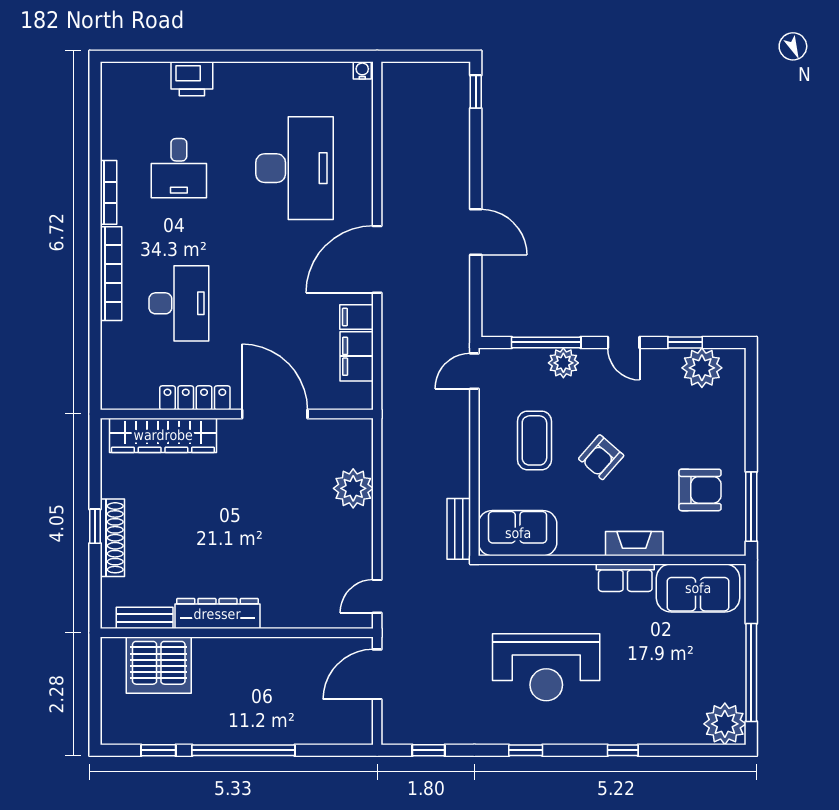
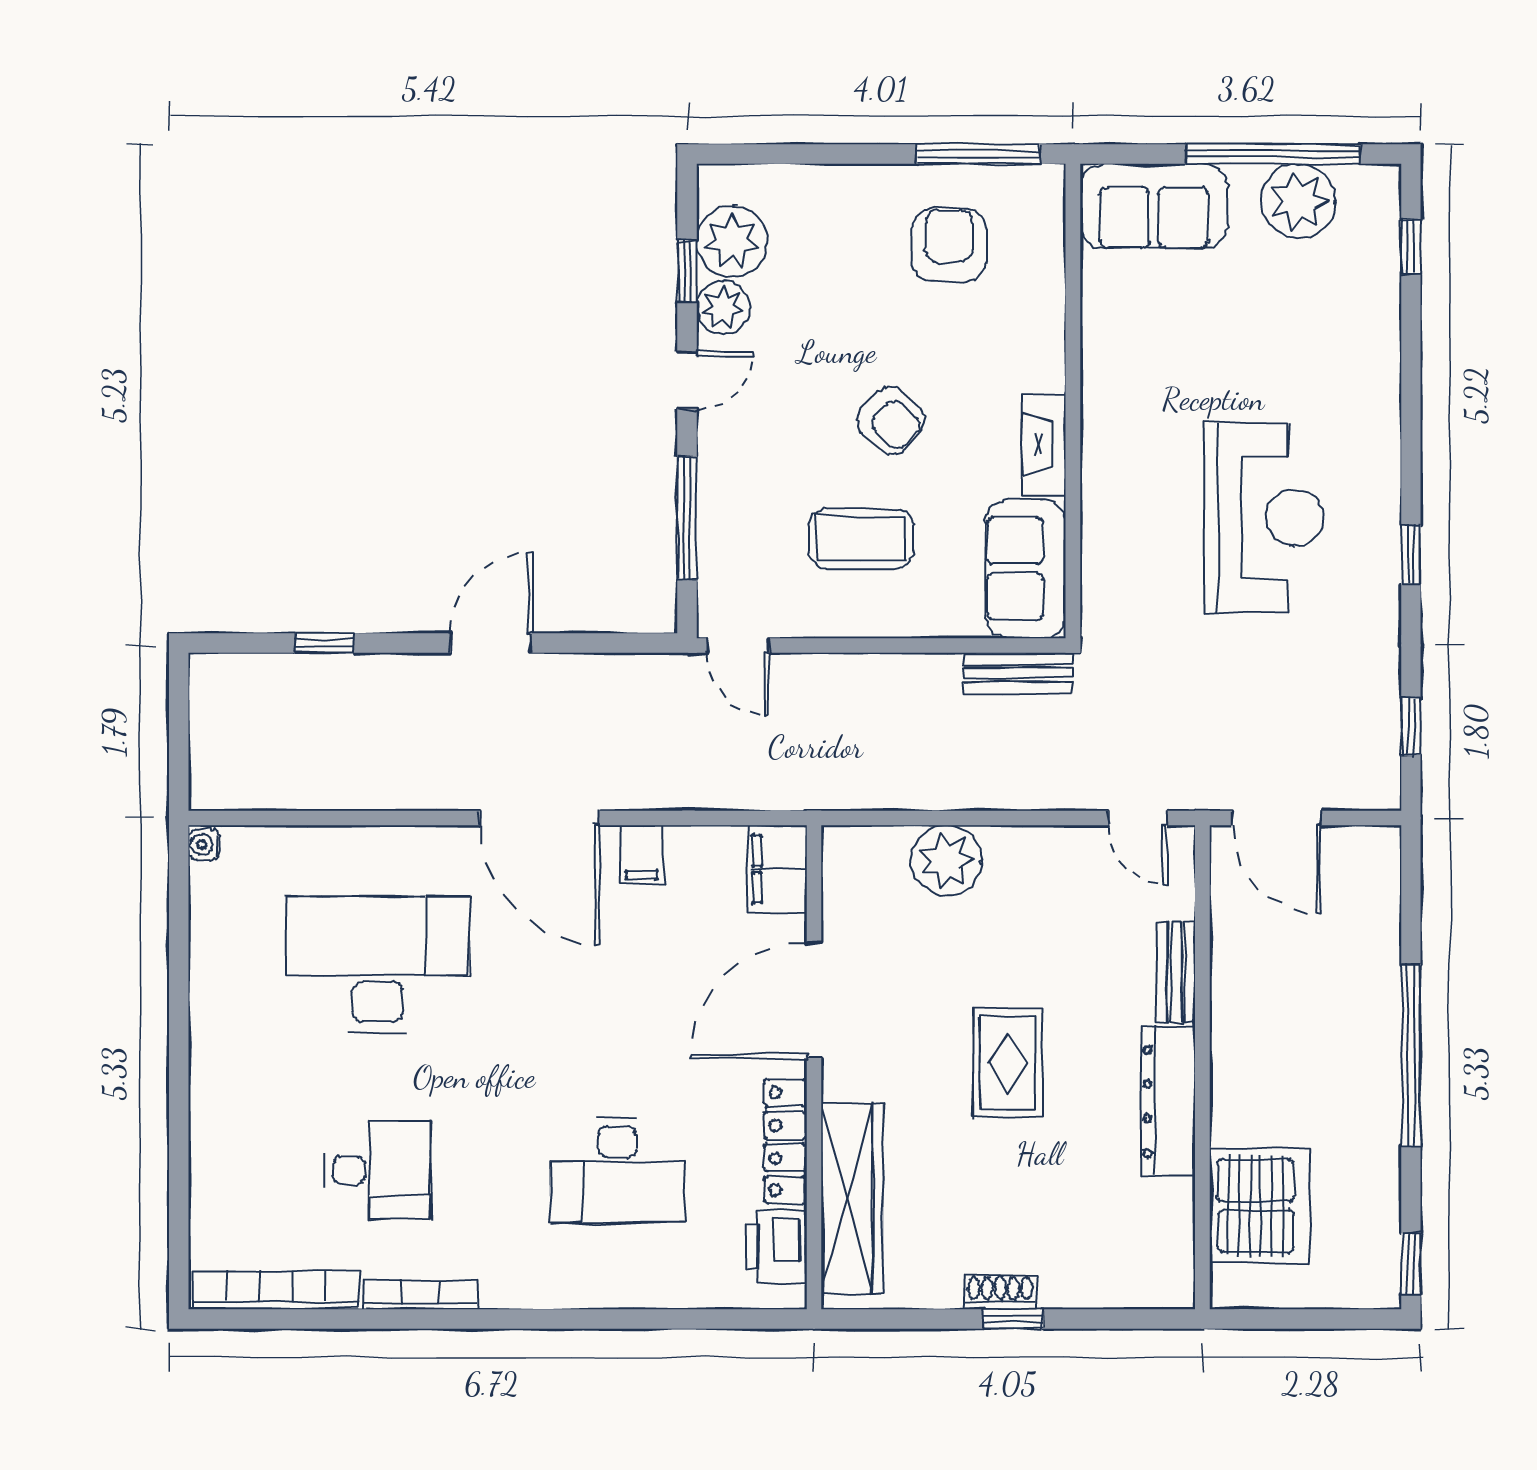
printer: (192, 79) -> (776, 1247), moved, turned 180
window: (476, 92) -> (325, 643), moved
bookcase: (111, 274) -> (276, 1291), moved
desk: (179, 303) -> (618, 1170), turned 180
filing cabinet: (357, 356) -> (778, 869), moved, turned 90
plant: (563, 363) -> (723, 307), moved
rug: (239, 523) -> (1008, 1063), added
shoe rack: (112, 538) -> (1000, 1292), width x0.51, depth x0.81
fireplace: (634, 544) -> (1044, 444), moved
row of seats: (625, 578) -> (1105, 378), removed
sofa: (698, 588) -> (1154, 206), moved, turned 90
bench: (145, 618) -> (1176, 972), moved
plant: (725, 724) -> (1298, 201), moved
window: (158, 750) -> (1411, 1264), moved
window: (623, 750) -> (1411, 247), moved

